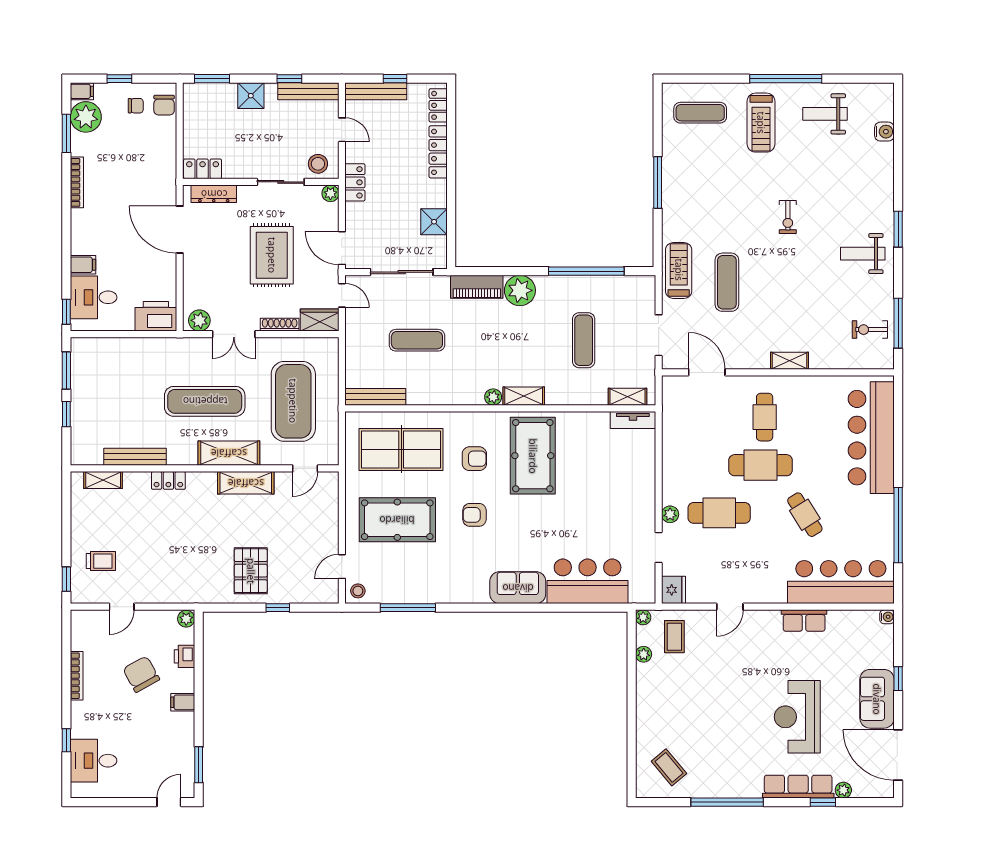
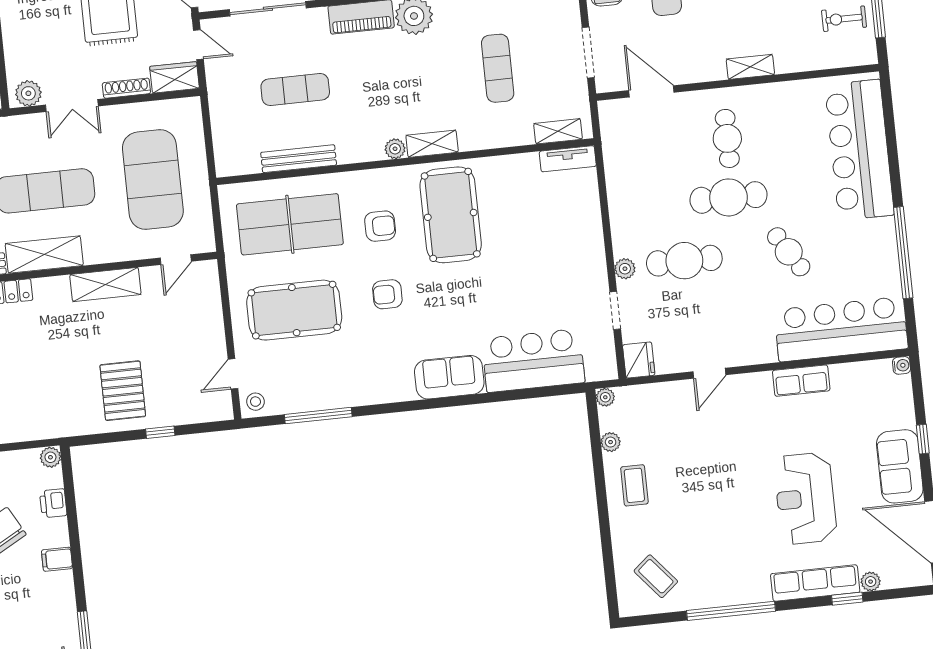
bench: (375, 397) -> (299, 159), moved
shelving: (229, 453) -> (44, 255), moved
coffee table: (674, 637) -> (634, 485), moved

